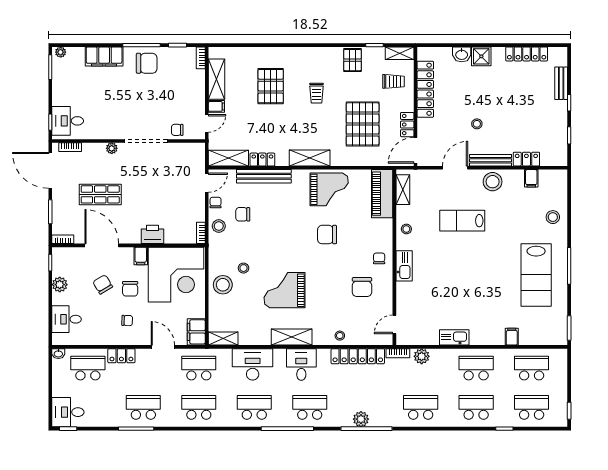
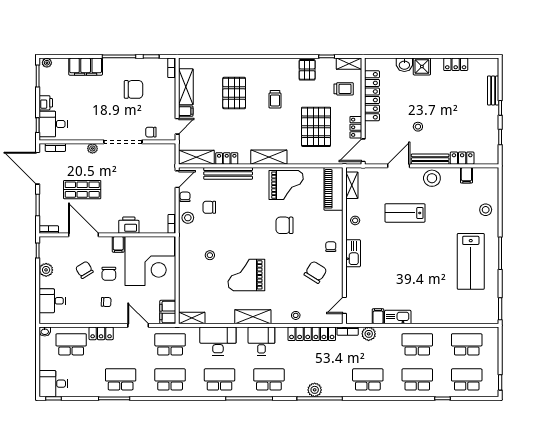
locker: (527, 54) -> (456, 64), width x0.66
chair: (147, 63) -> (134, 89), moved
printer: (59, 97) -> (46, 103), added
stool: (223, 285) -> (191, 270), removed
chair: (362, 287) -> (315, 272), turned -148
filing cabinet: (512, 337) -> (378, 316), moved

